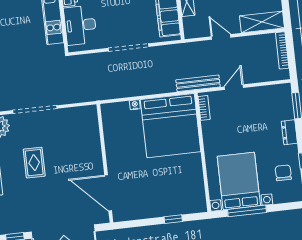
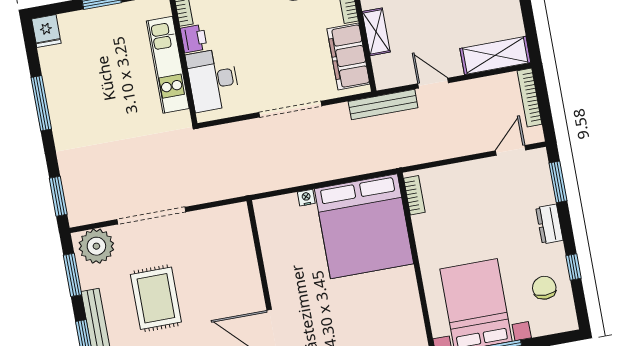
bench: (198, 83) -> (383, 105), moved
door: (234, 87) -> (511, 150), moved
rug: (34, 163) -> (156, 298), width x1.36, depth x1.43

